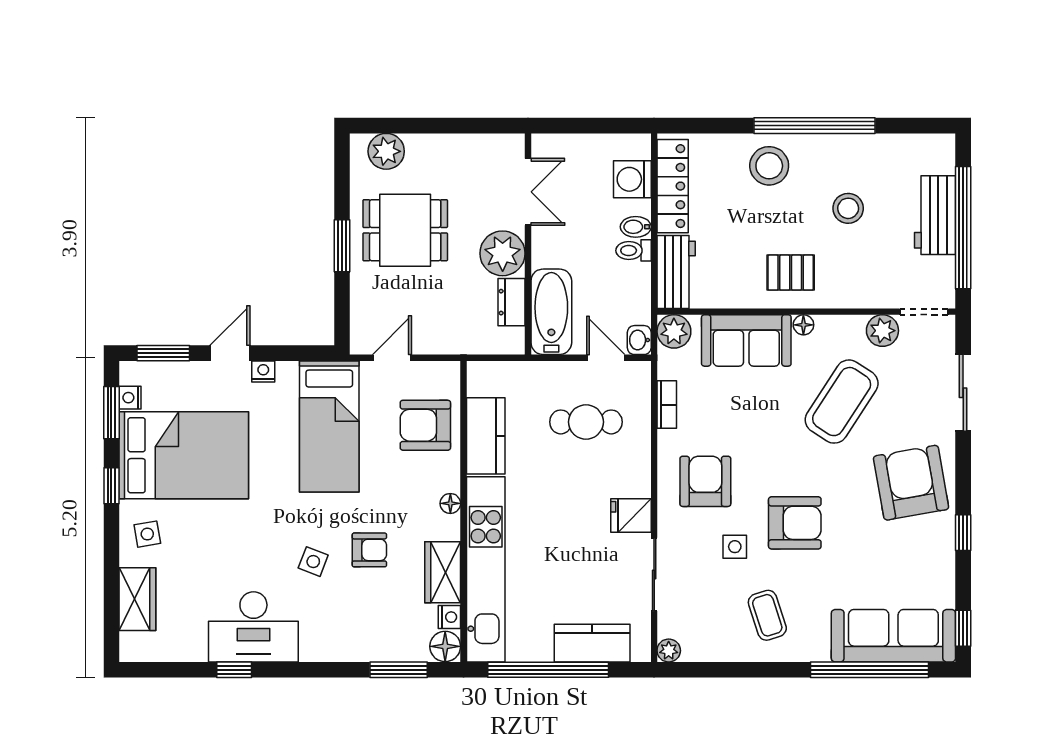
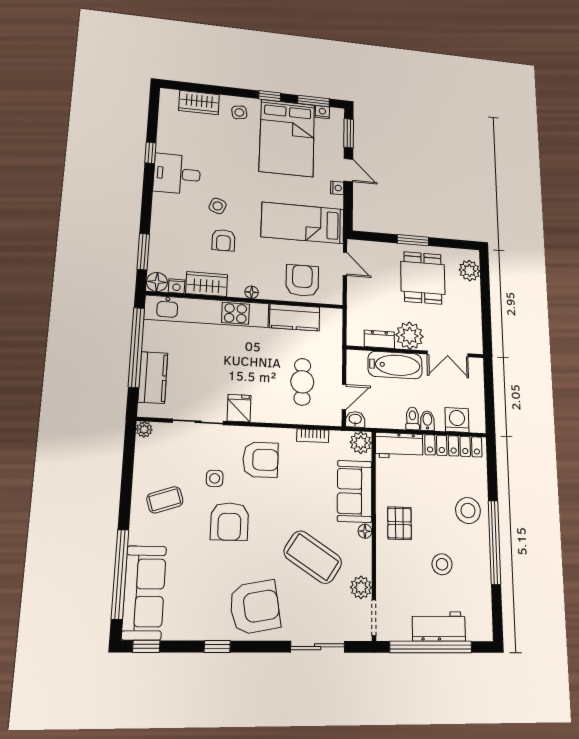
bathtub: (551, 312) -> (395, 365), moved
desk: (253, 627) -> (177, 174), width x0.73

